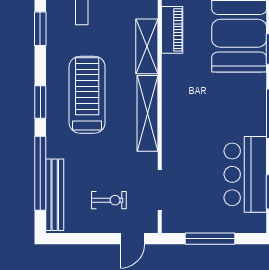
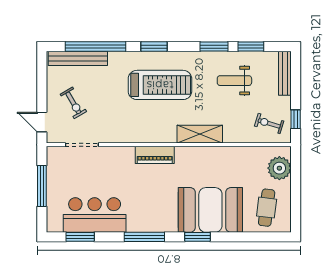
piano: (172, 30) -> (155, 155), moved
shelving: (148, 113) -> (145, 135), removed
exercise bike: (109, 200) -> (73, 103), turned -30

